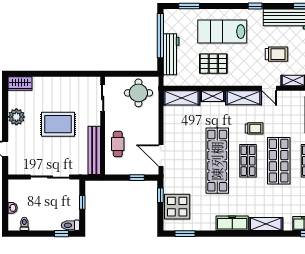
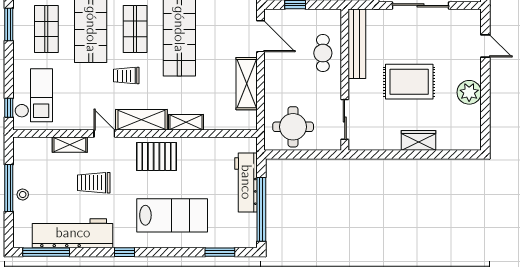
pallet: (213, 64) -> (156, 157), moved
wardrobe: (20, 84) -> (418, 140), moved
shelving: (181, 98) -> (247, 84), moved, turned 90

